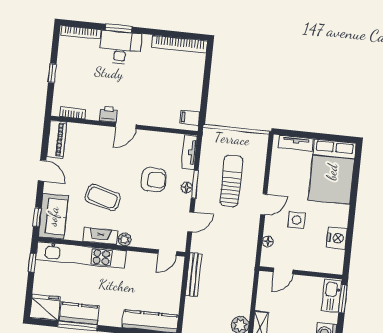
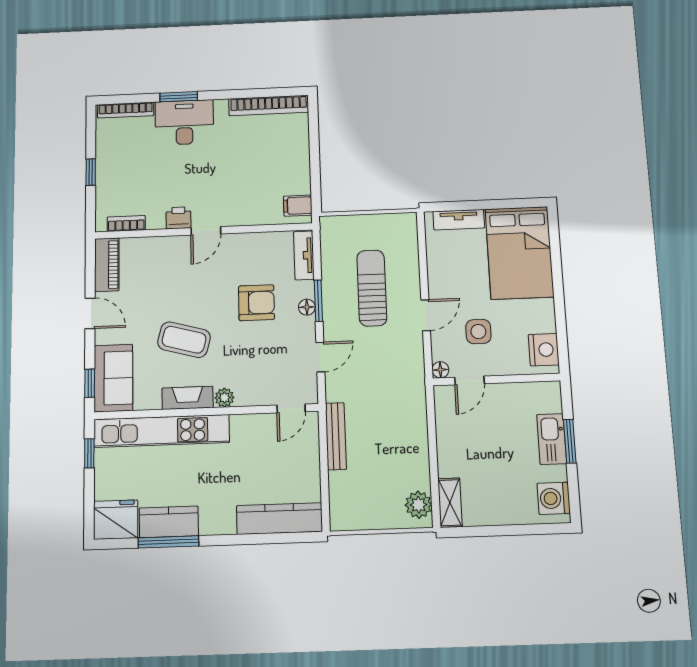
door: (283, 271) -> (469, 380), moved
wall: (301, 273) -> (496, 379), moved

